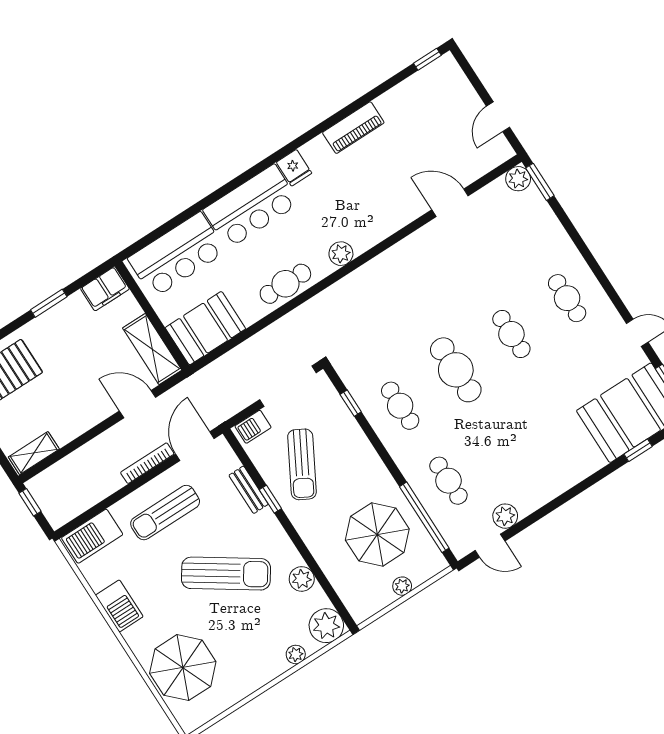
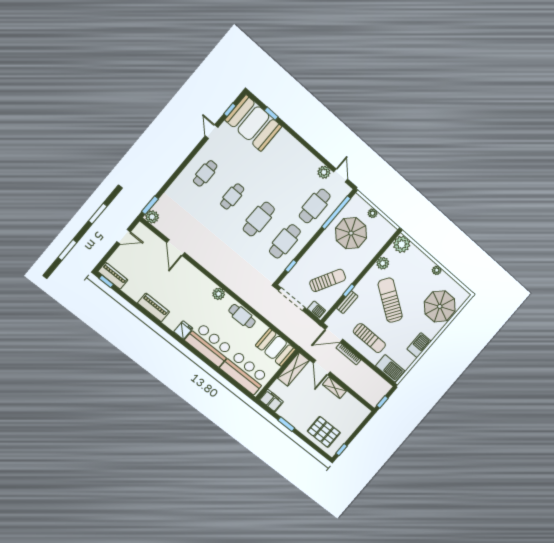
piano: (434, 74) -> (113, 276), added
cafe table: (400, 406) -> (285, 241), width x1.37, depth x1.35
shelving: (34, 453) -> (334, 388), moved
cafe table: (448, 481) -> (315, 206), width x1.37, depth x1.35
plant: (296, 654) -> (437, 270), moved

